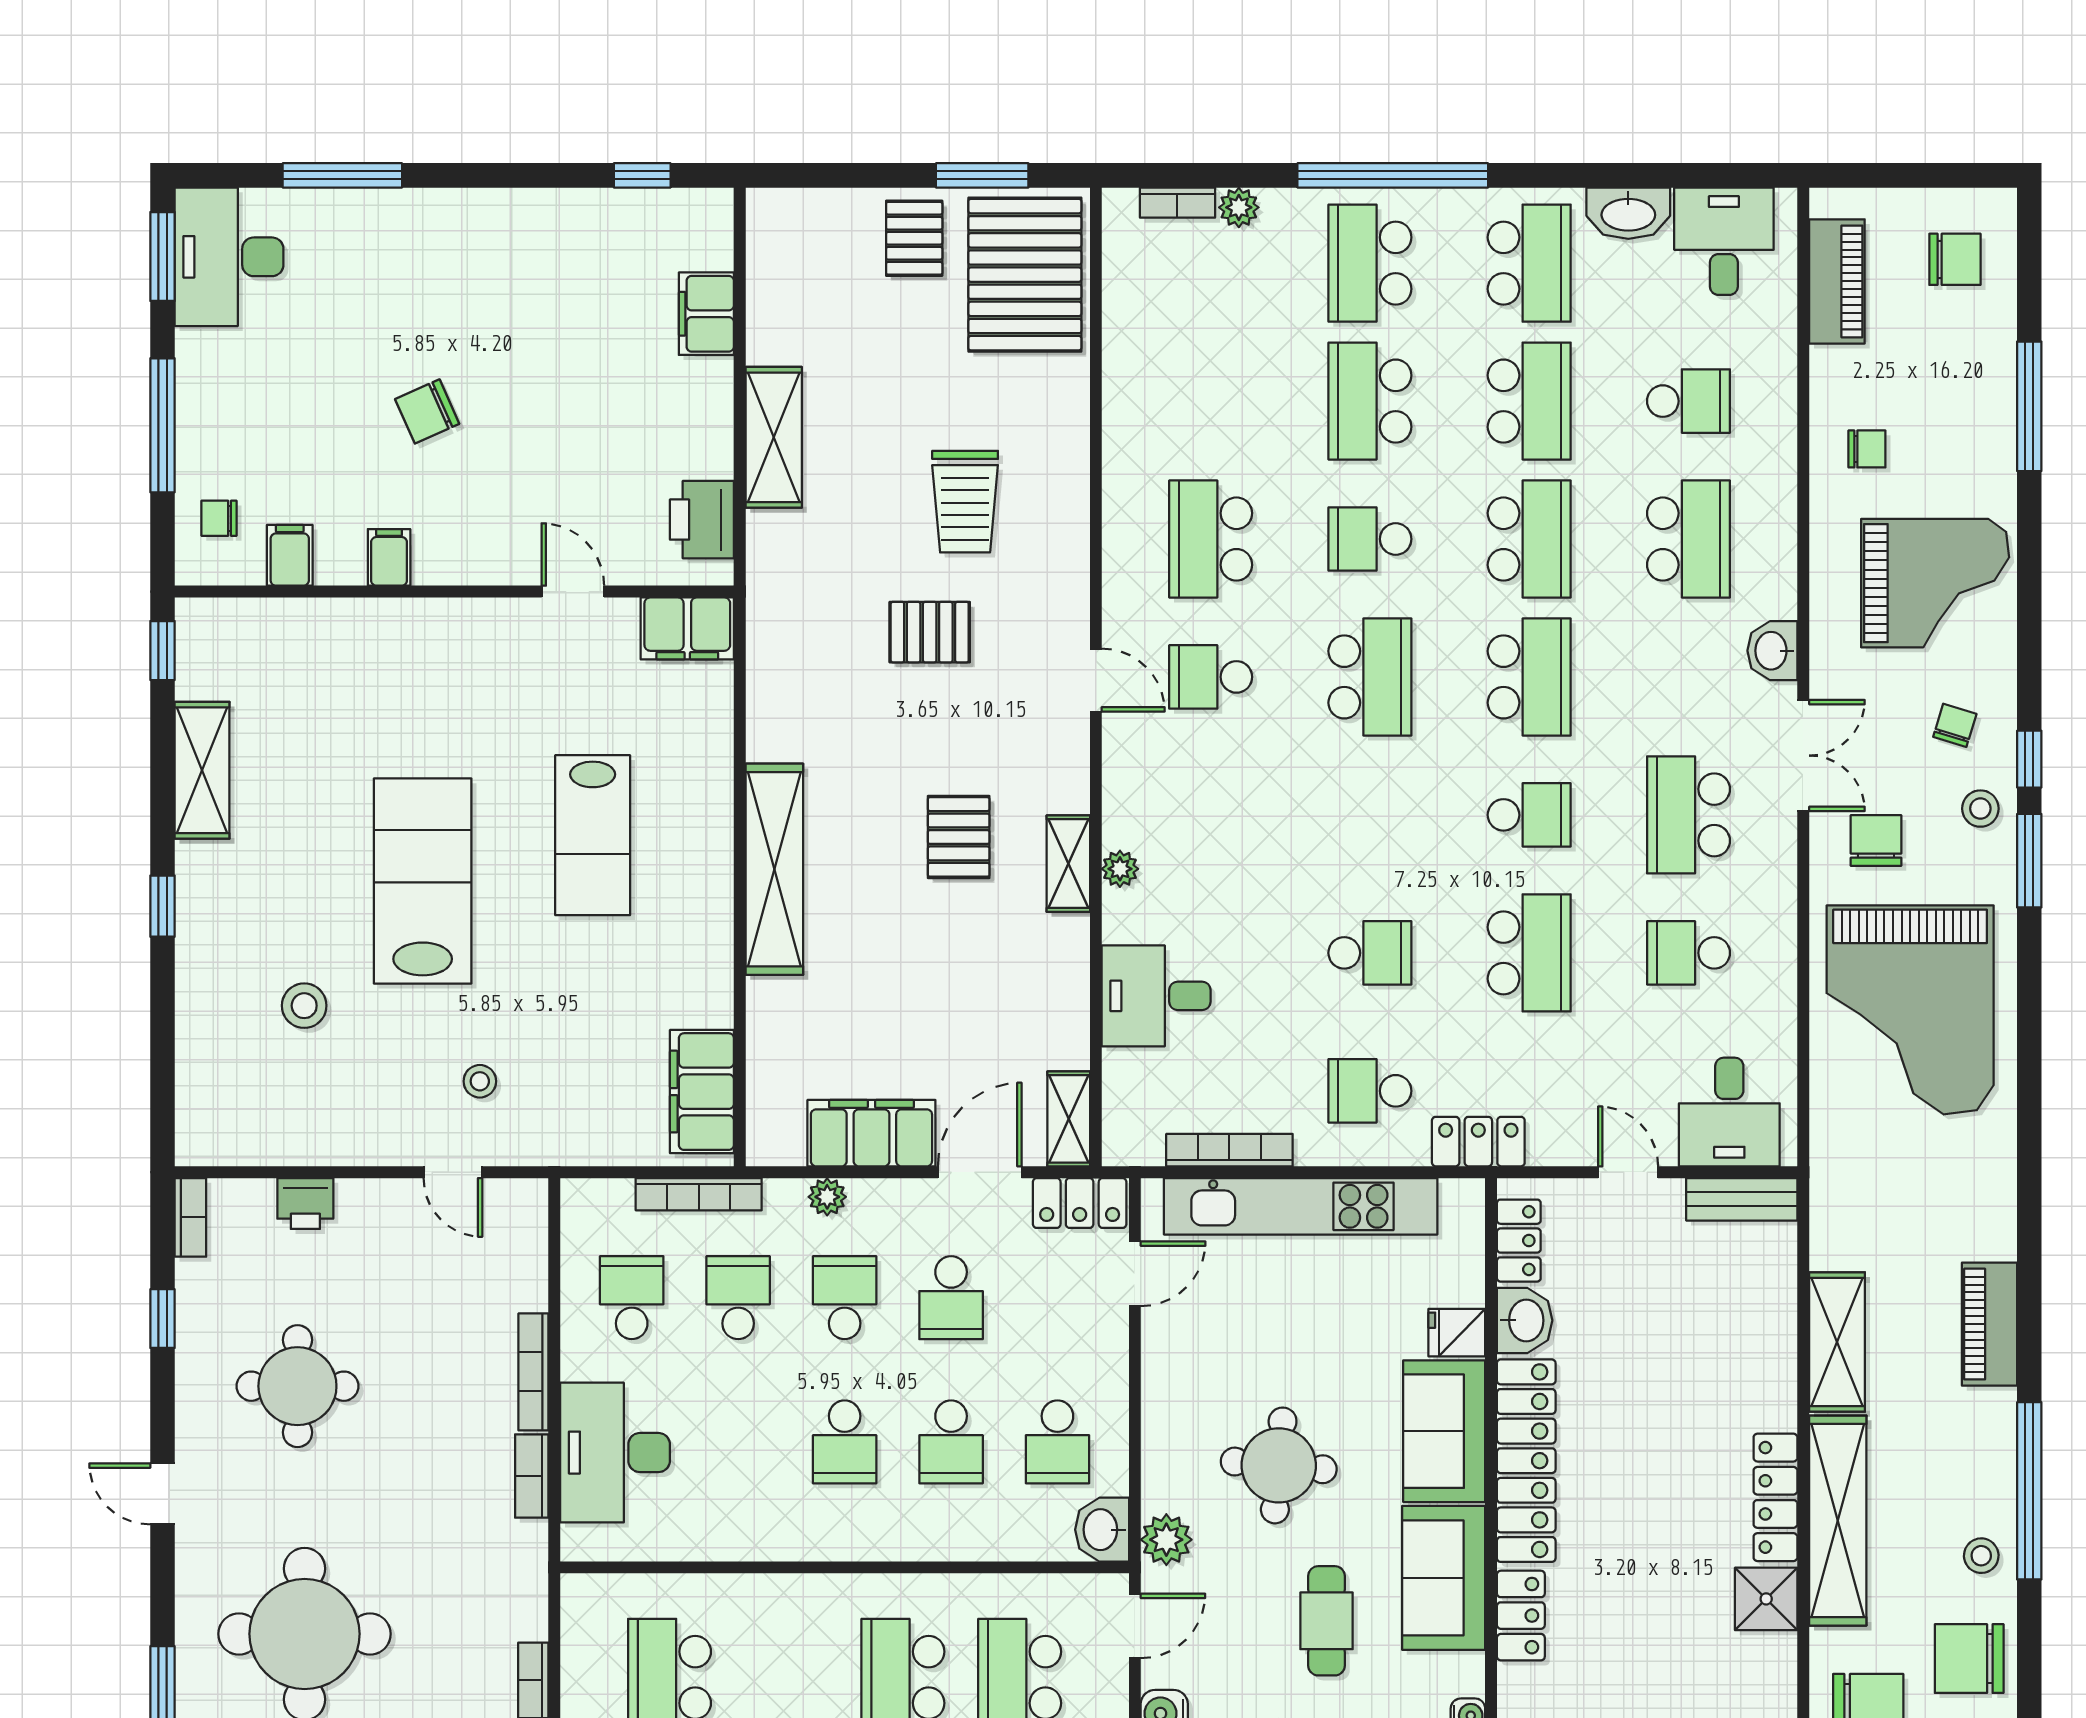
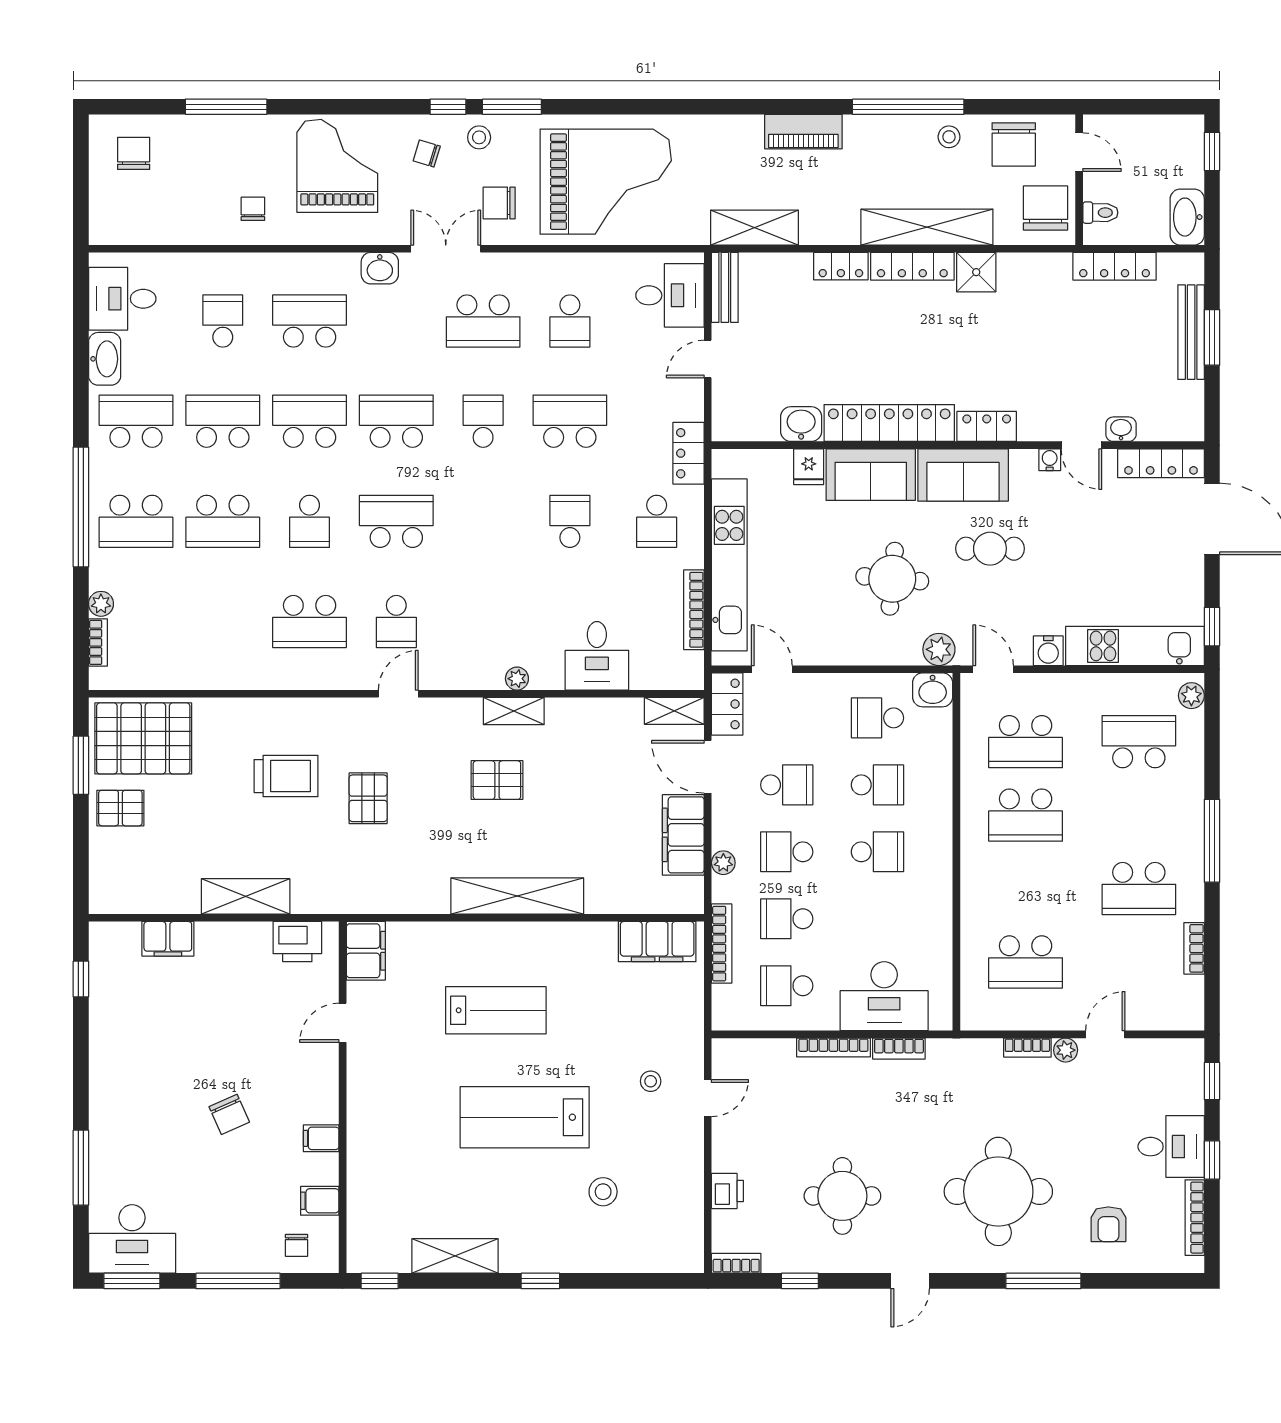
piano: (1837, 281) -> (148, 228), removed
locker: (1519, 1241) -> (841, 266), moved, turned 180
shelving: (1837, 1342) -> (754, 228), moved
school desk: (1057, 1442) -> (877, 718), turned 180

